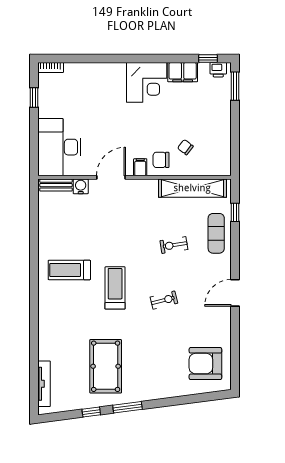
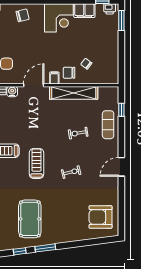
chair: (95, 79) -> (23, 15), added
shelving: (192, 188) -> (74, 93), moved

